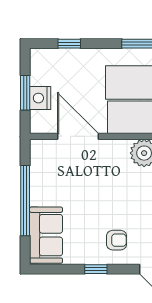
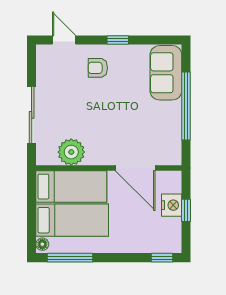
window: (69, 44) -> (162, 258), moved
window: (25, 93) -> (186, 210), width x0.67

